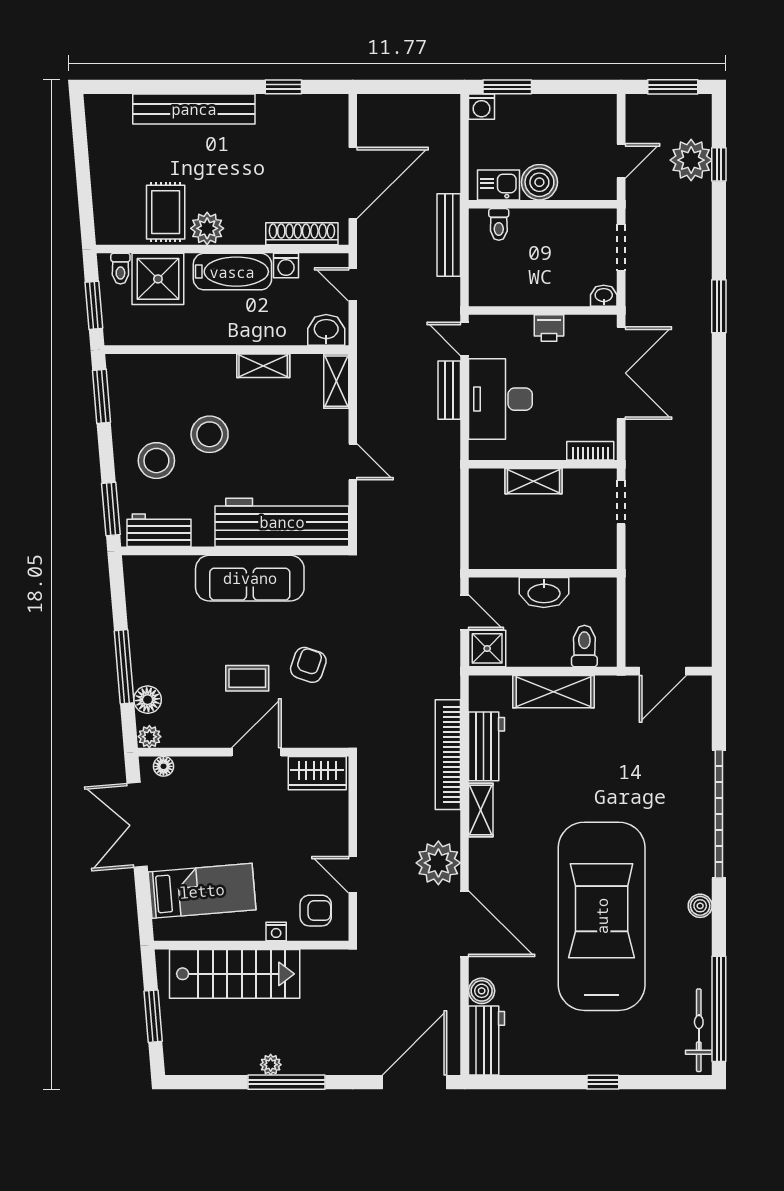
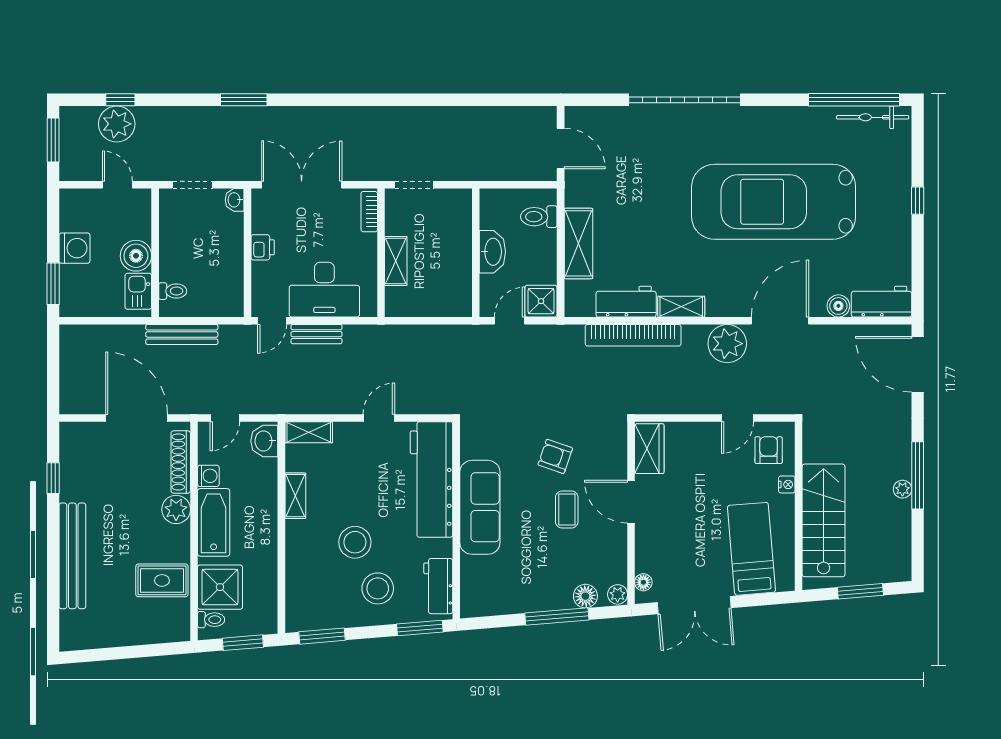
washing machine: (482, 107) -> (75, 248), moved, width x1.38, depth x1.38
plant: (207, 228) -> (176, 509), moved
boiler: (700, 906) -> (764, 116), removed

